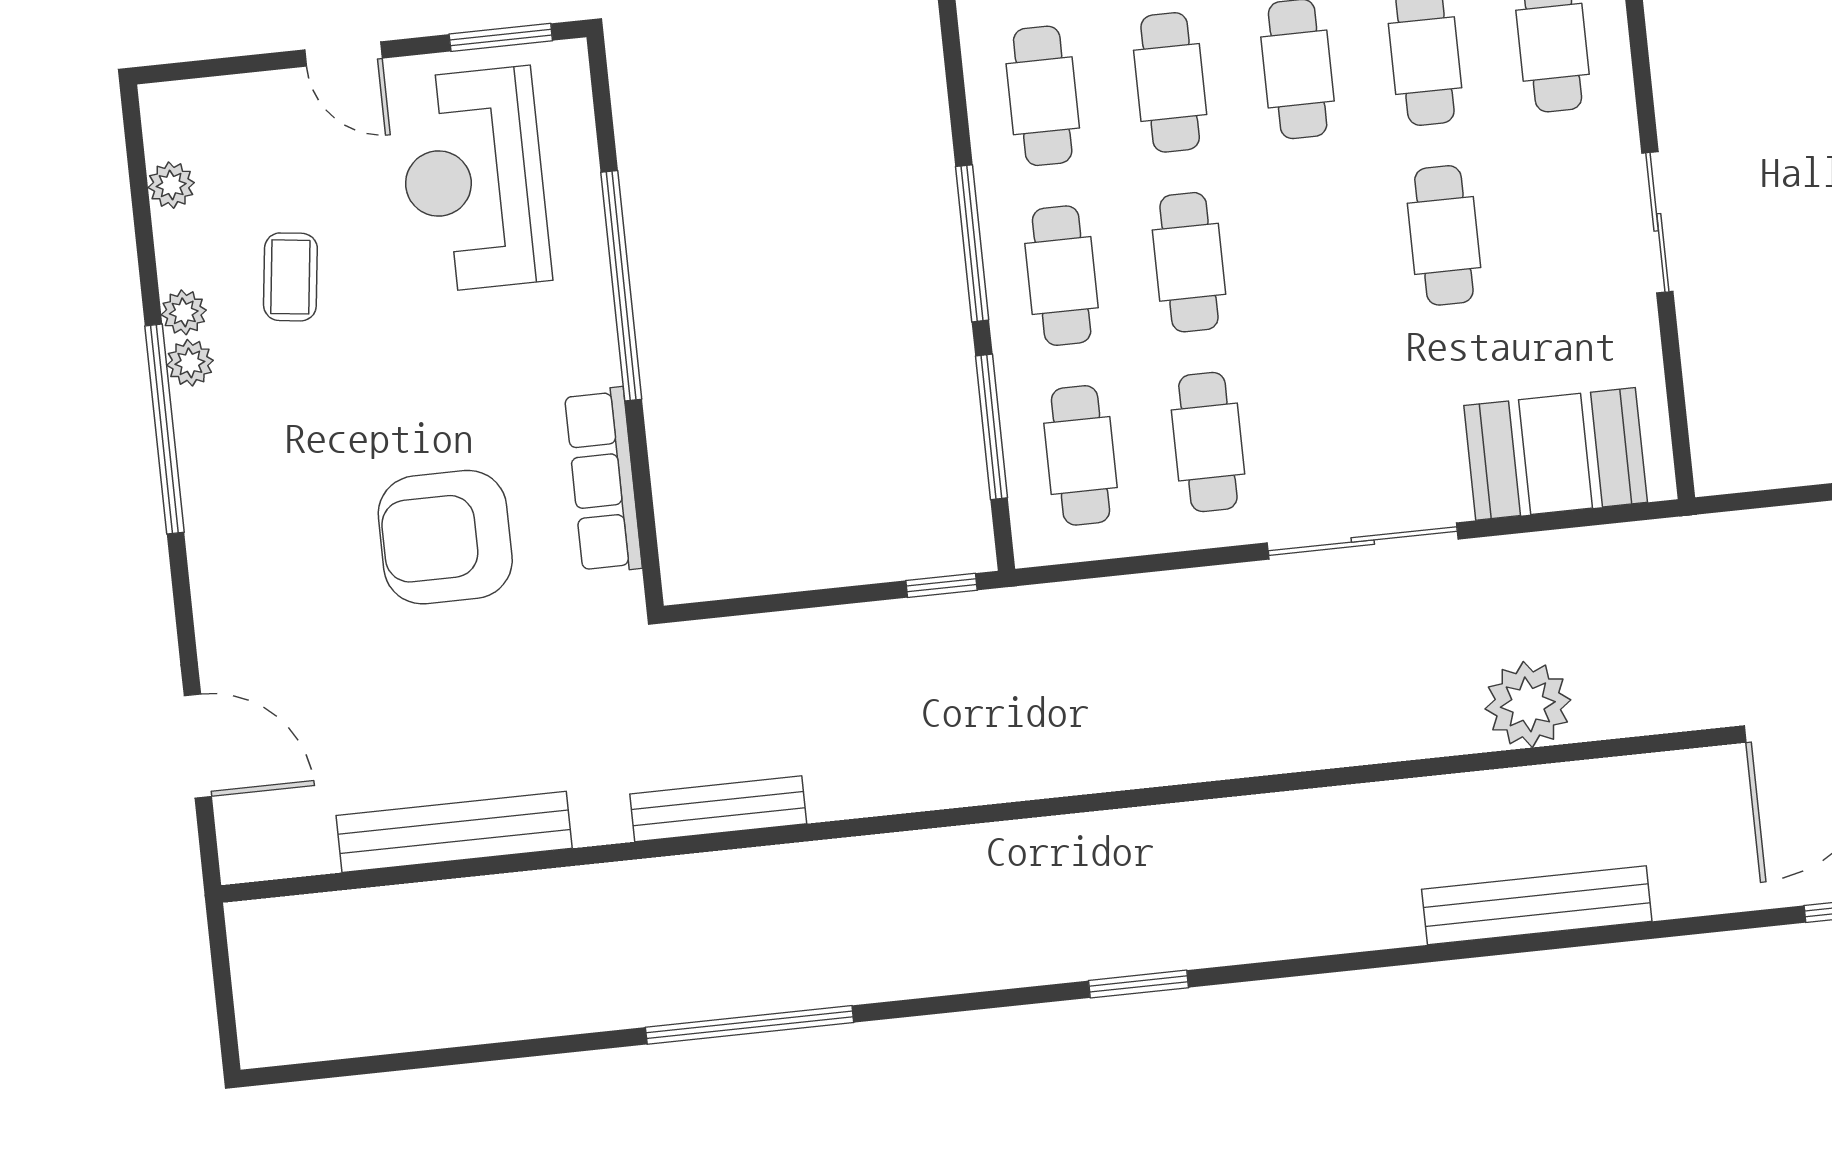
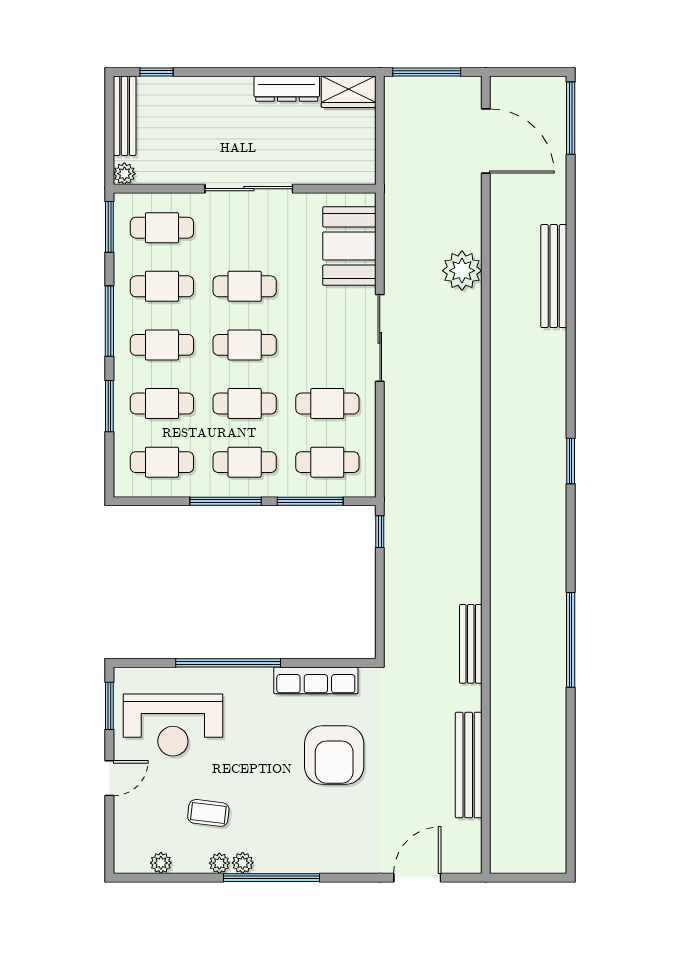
sliding door: (1657, 222) -> (249, 189), width x1.37
cafe table: (1316, 249) -> (245, 345), added

